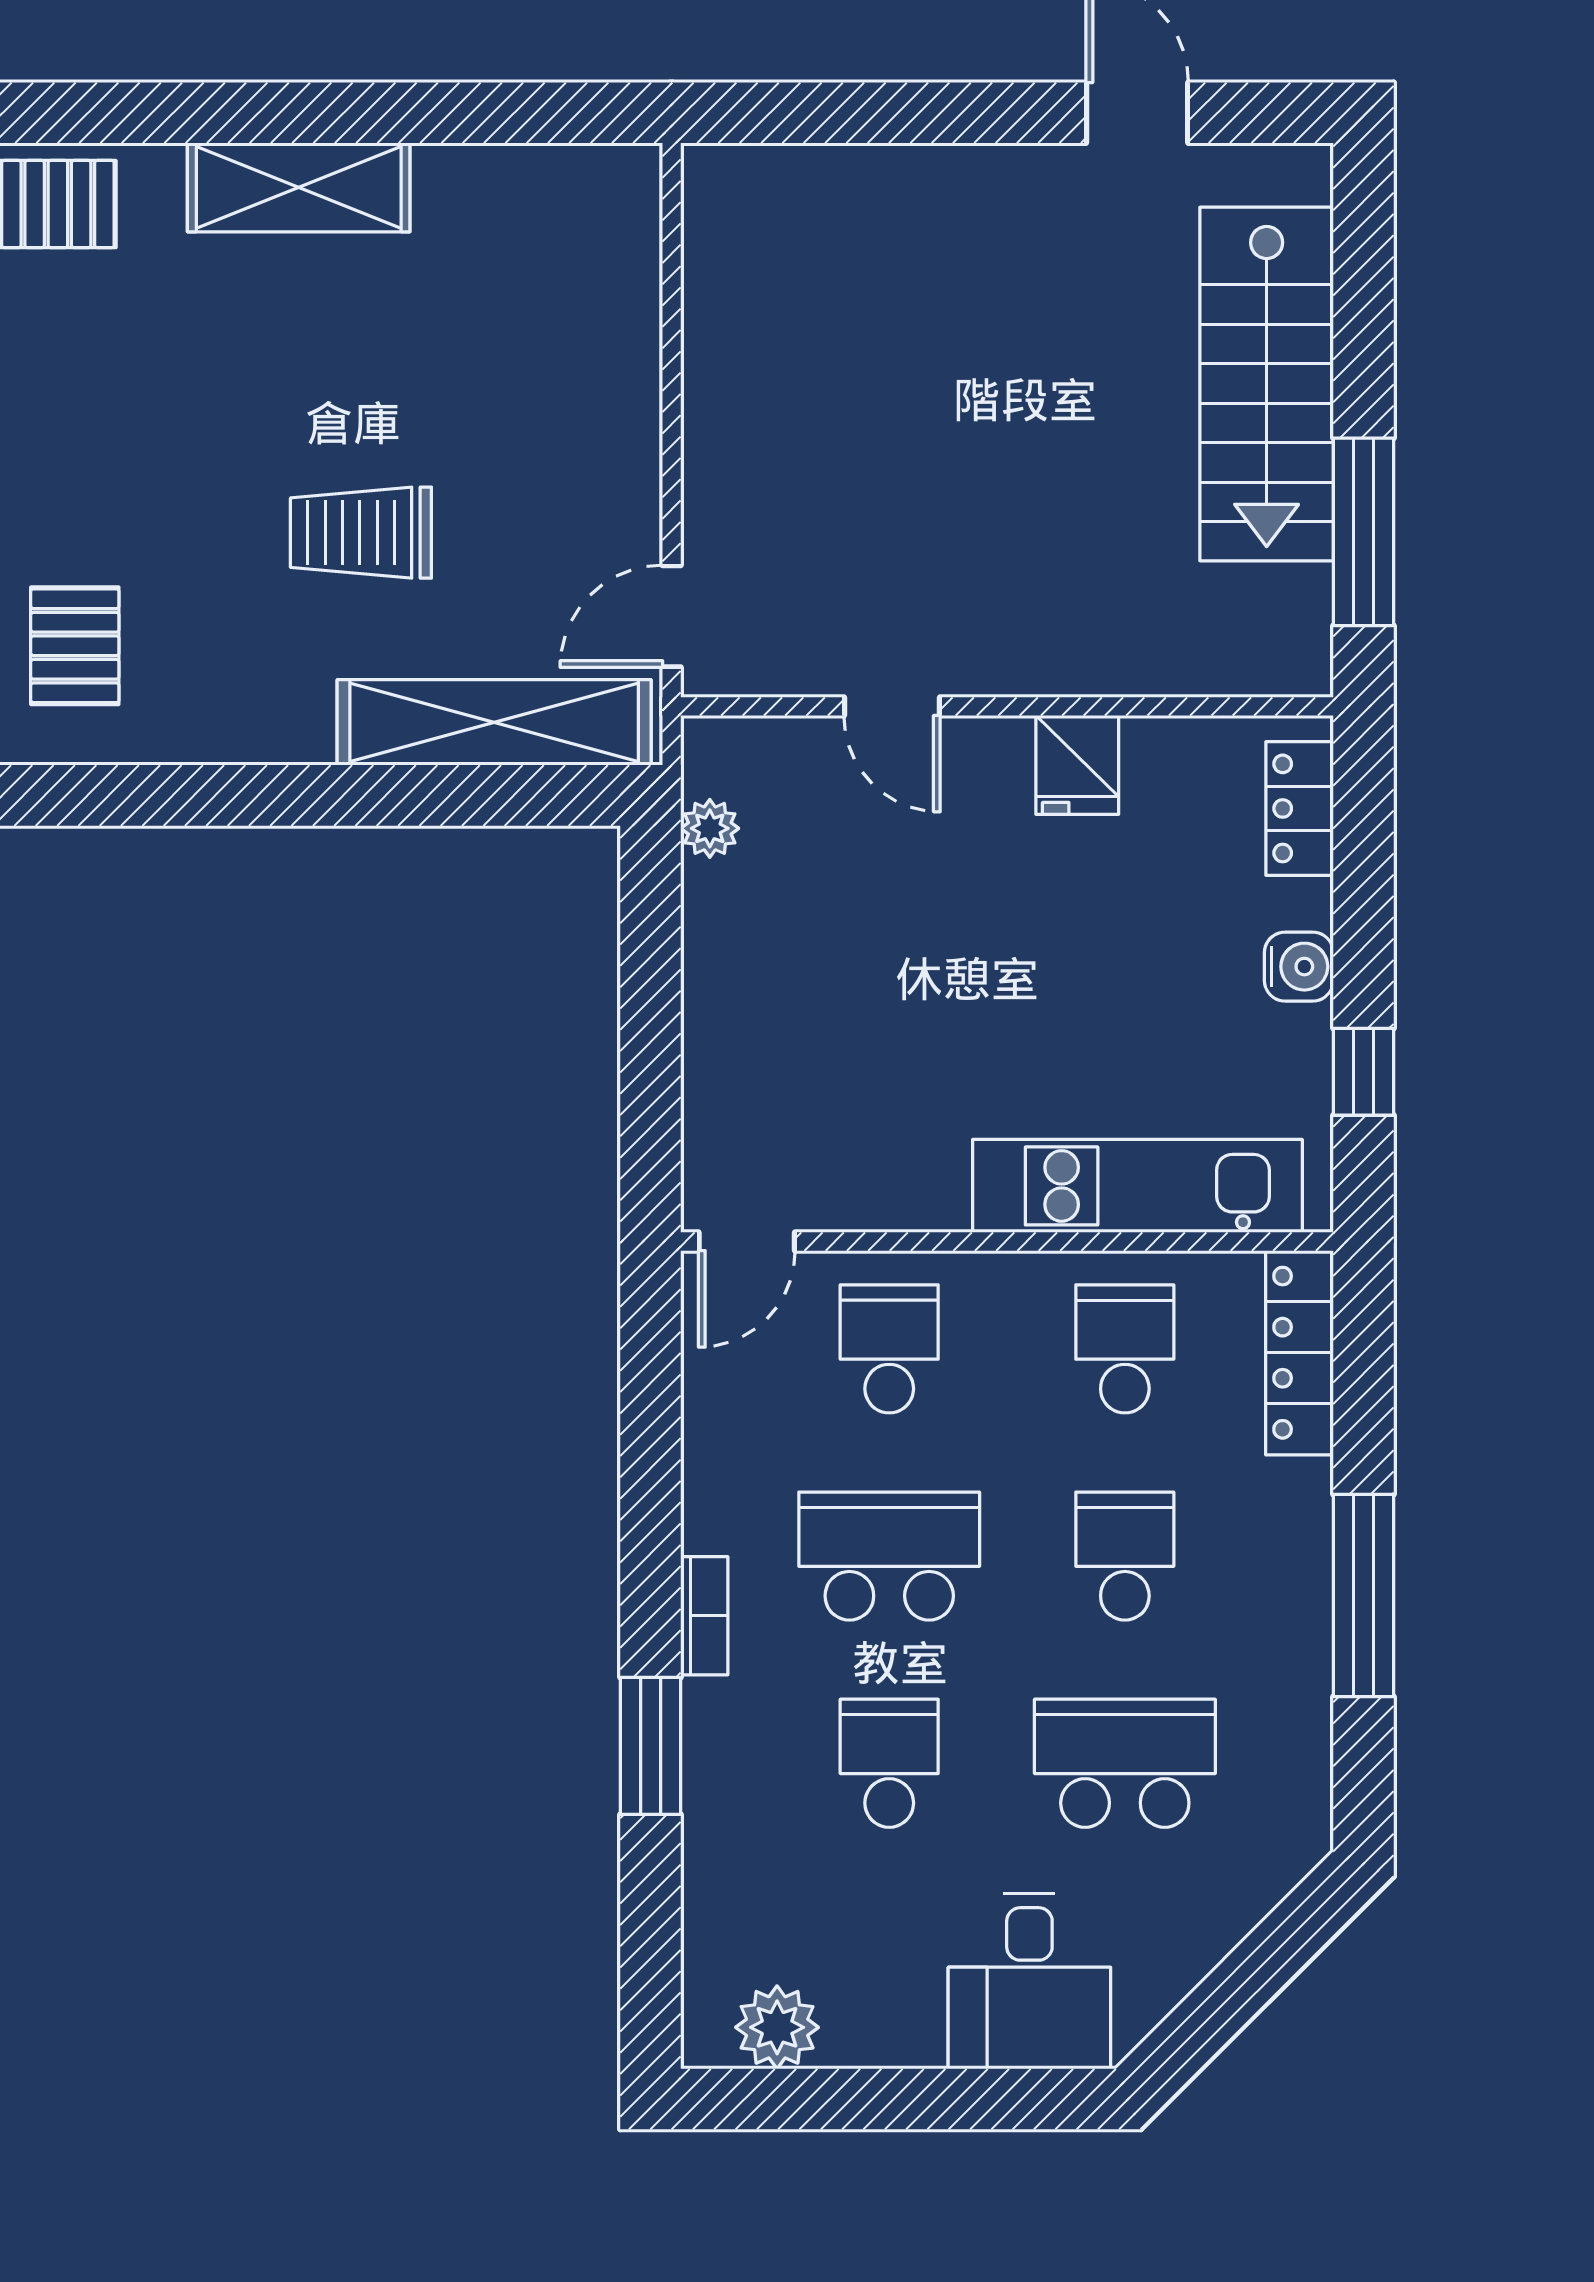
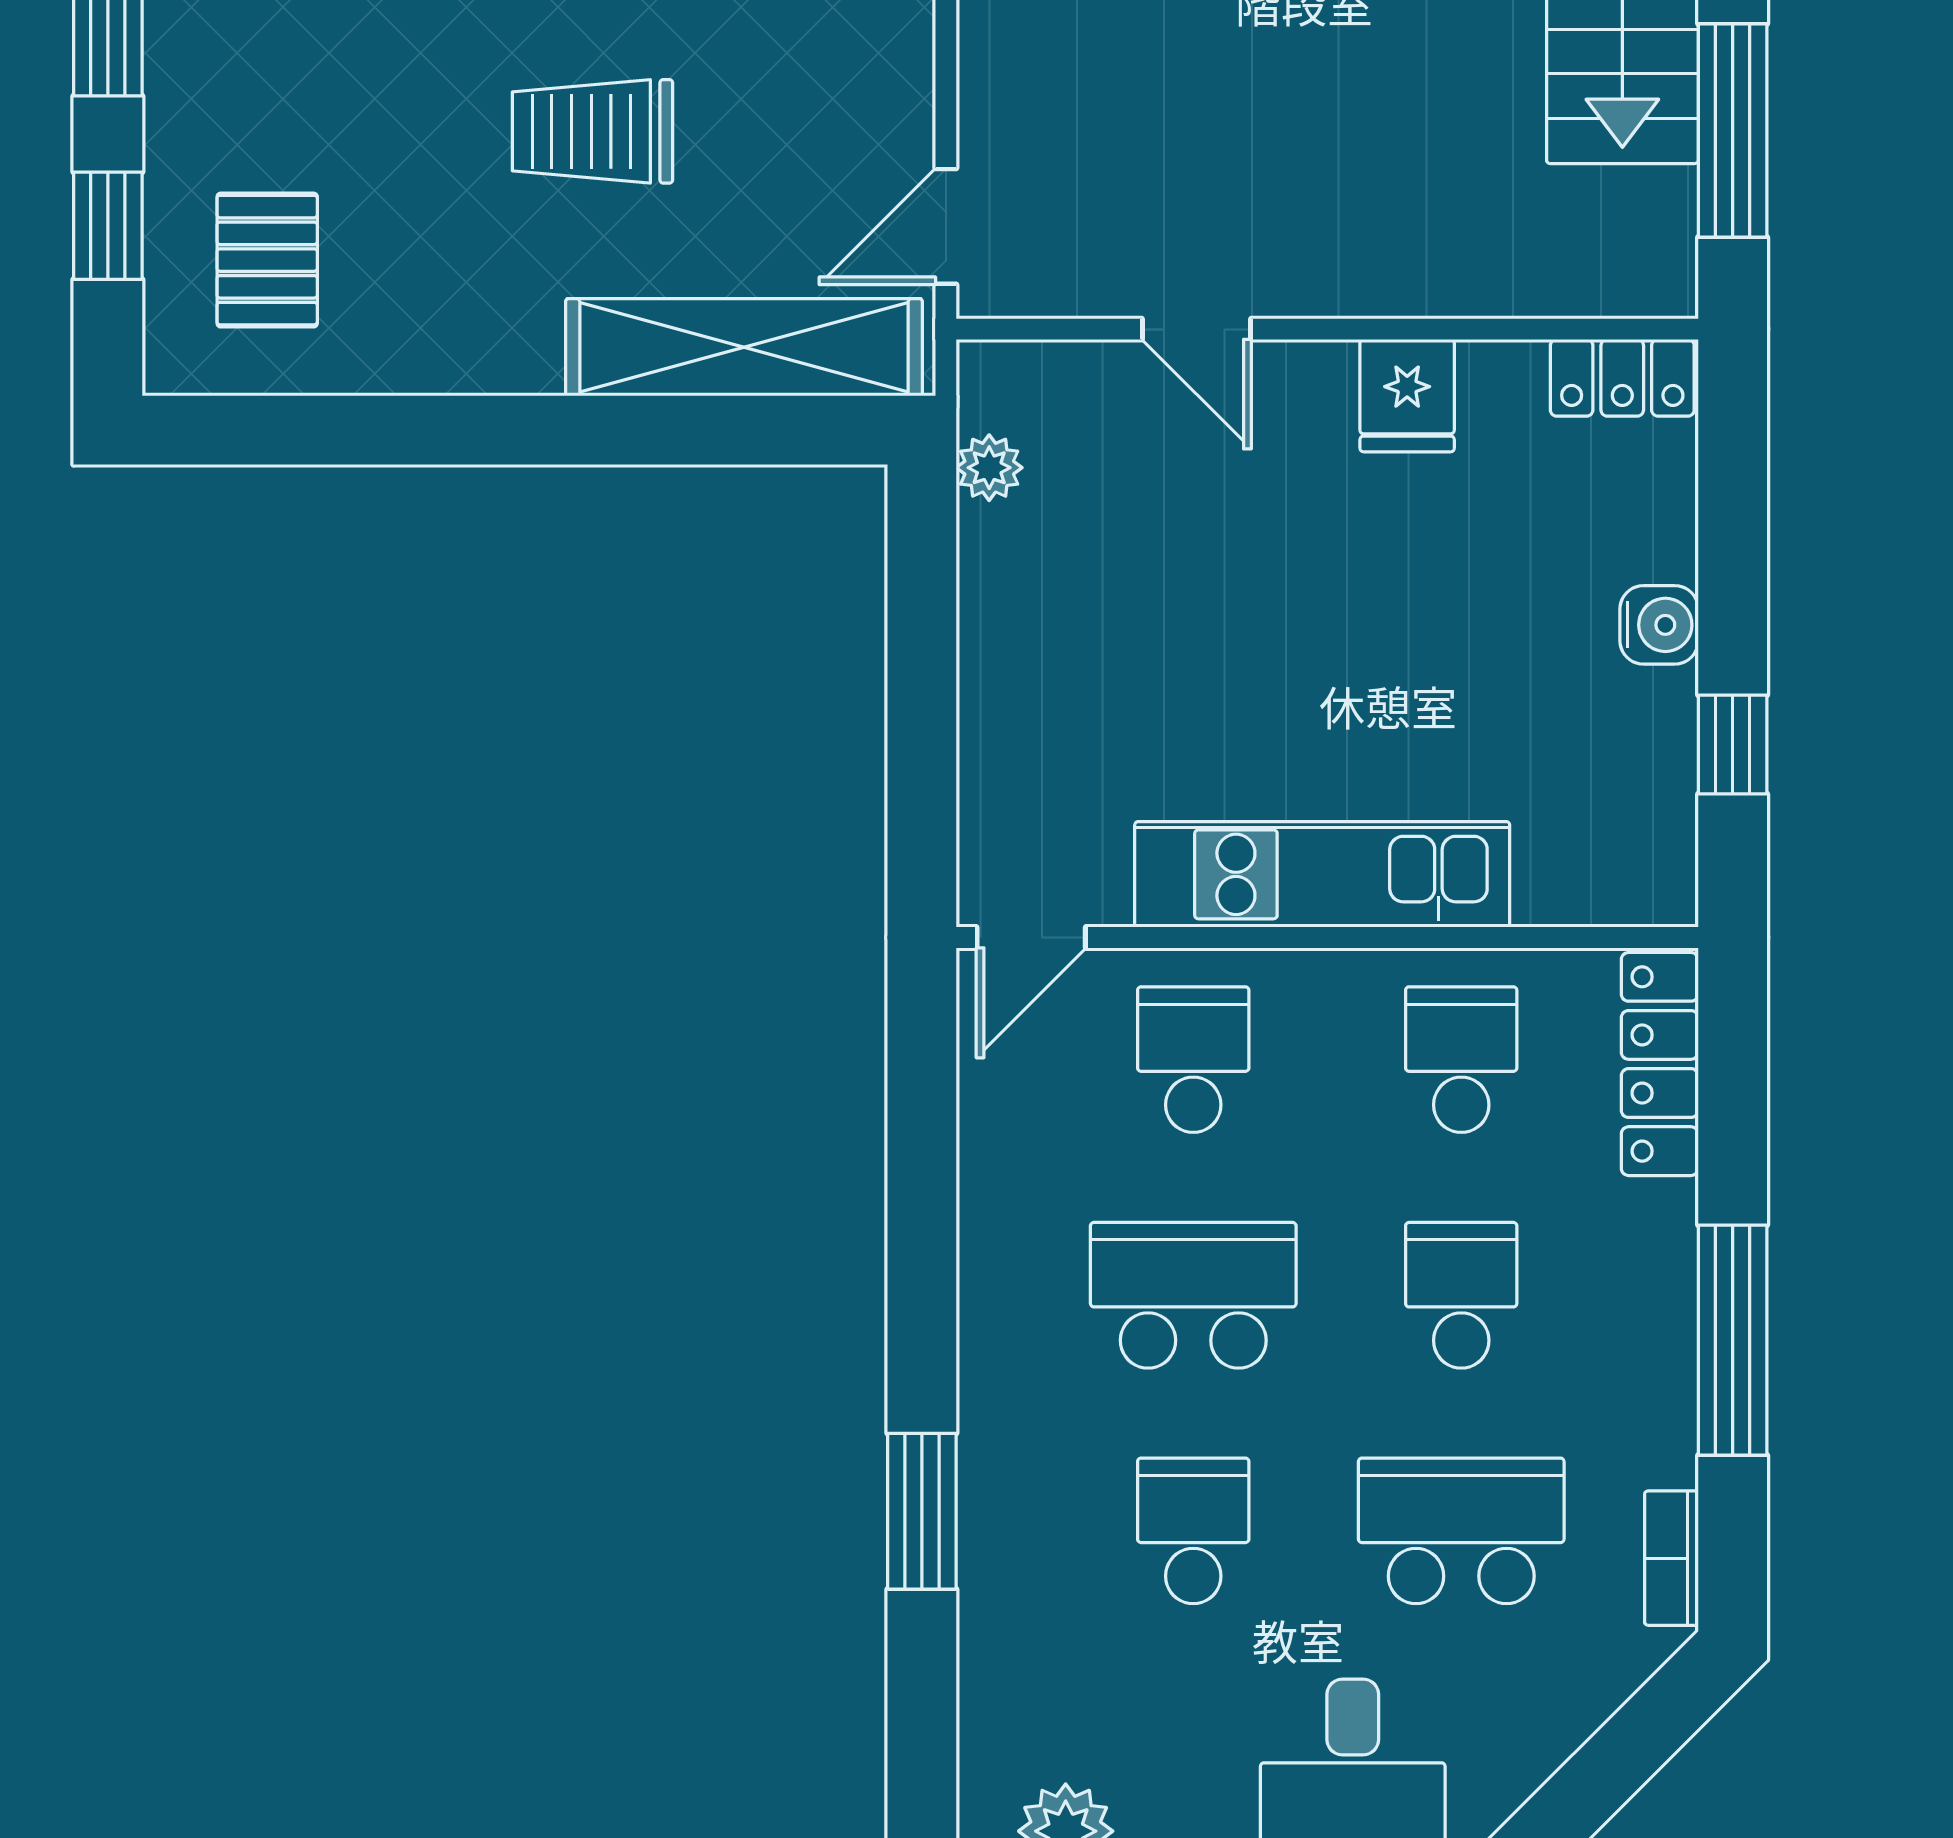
locker: (1300, 808) -> (1622, 378), moved, turned -90
kitchen unit: (1137, 1186) -> (1322, 874), moved
bookcase: (704, 1616) -> (1671, 1558), moved, turned 180

